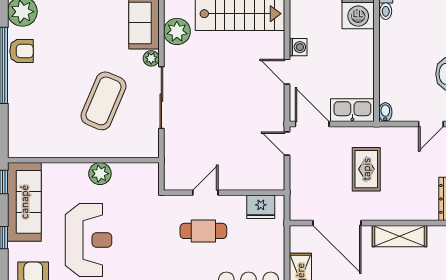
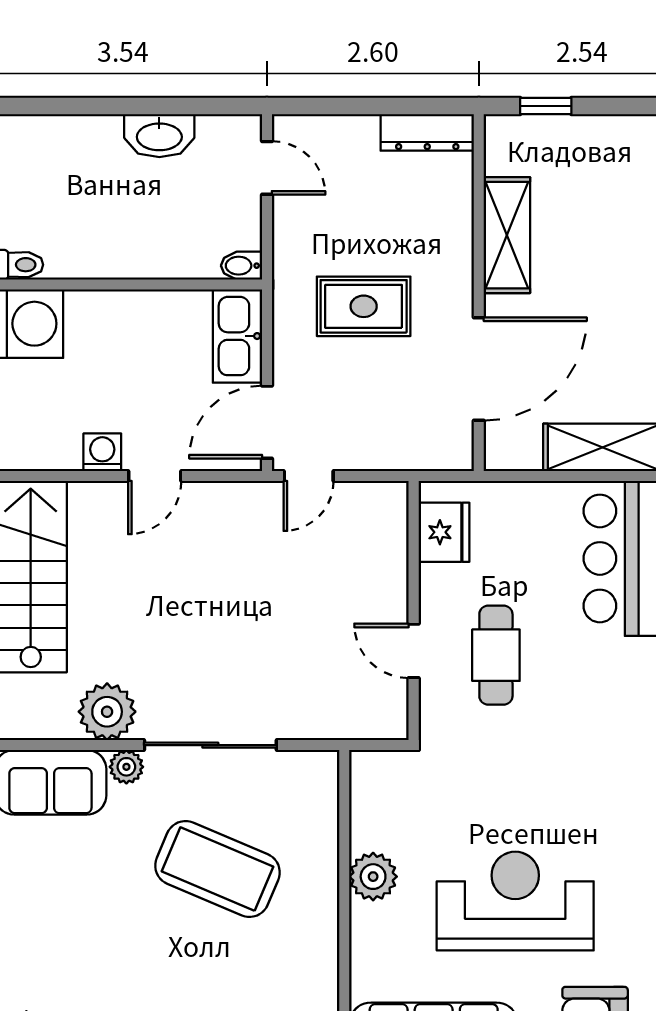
plant: (177, 31) -> (107, 712), moved

